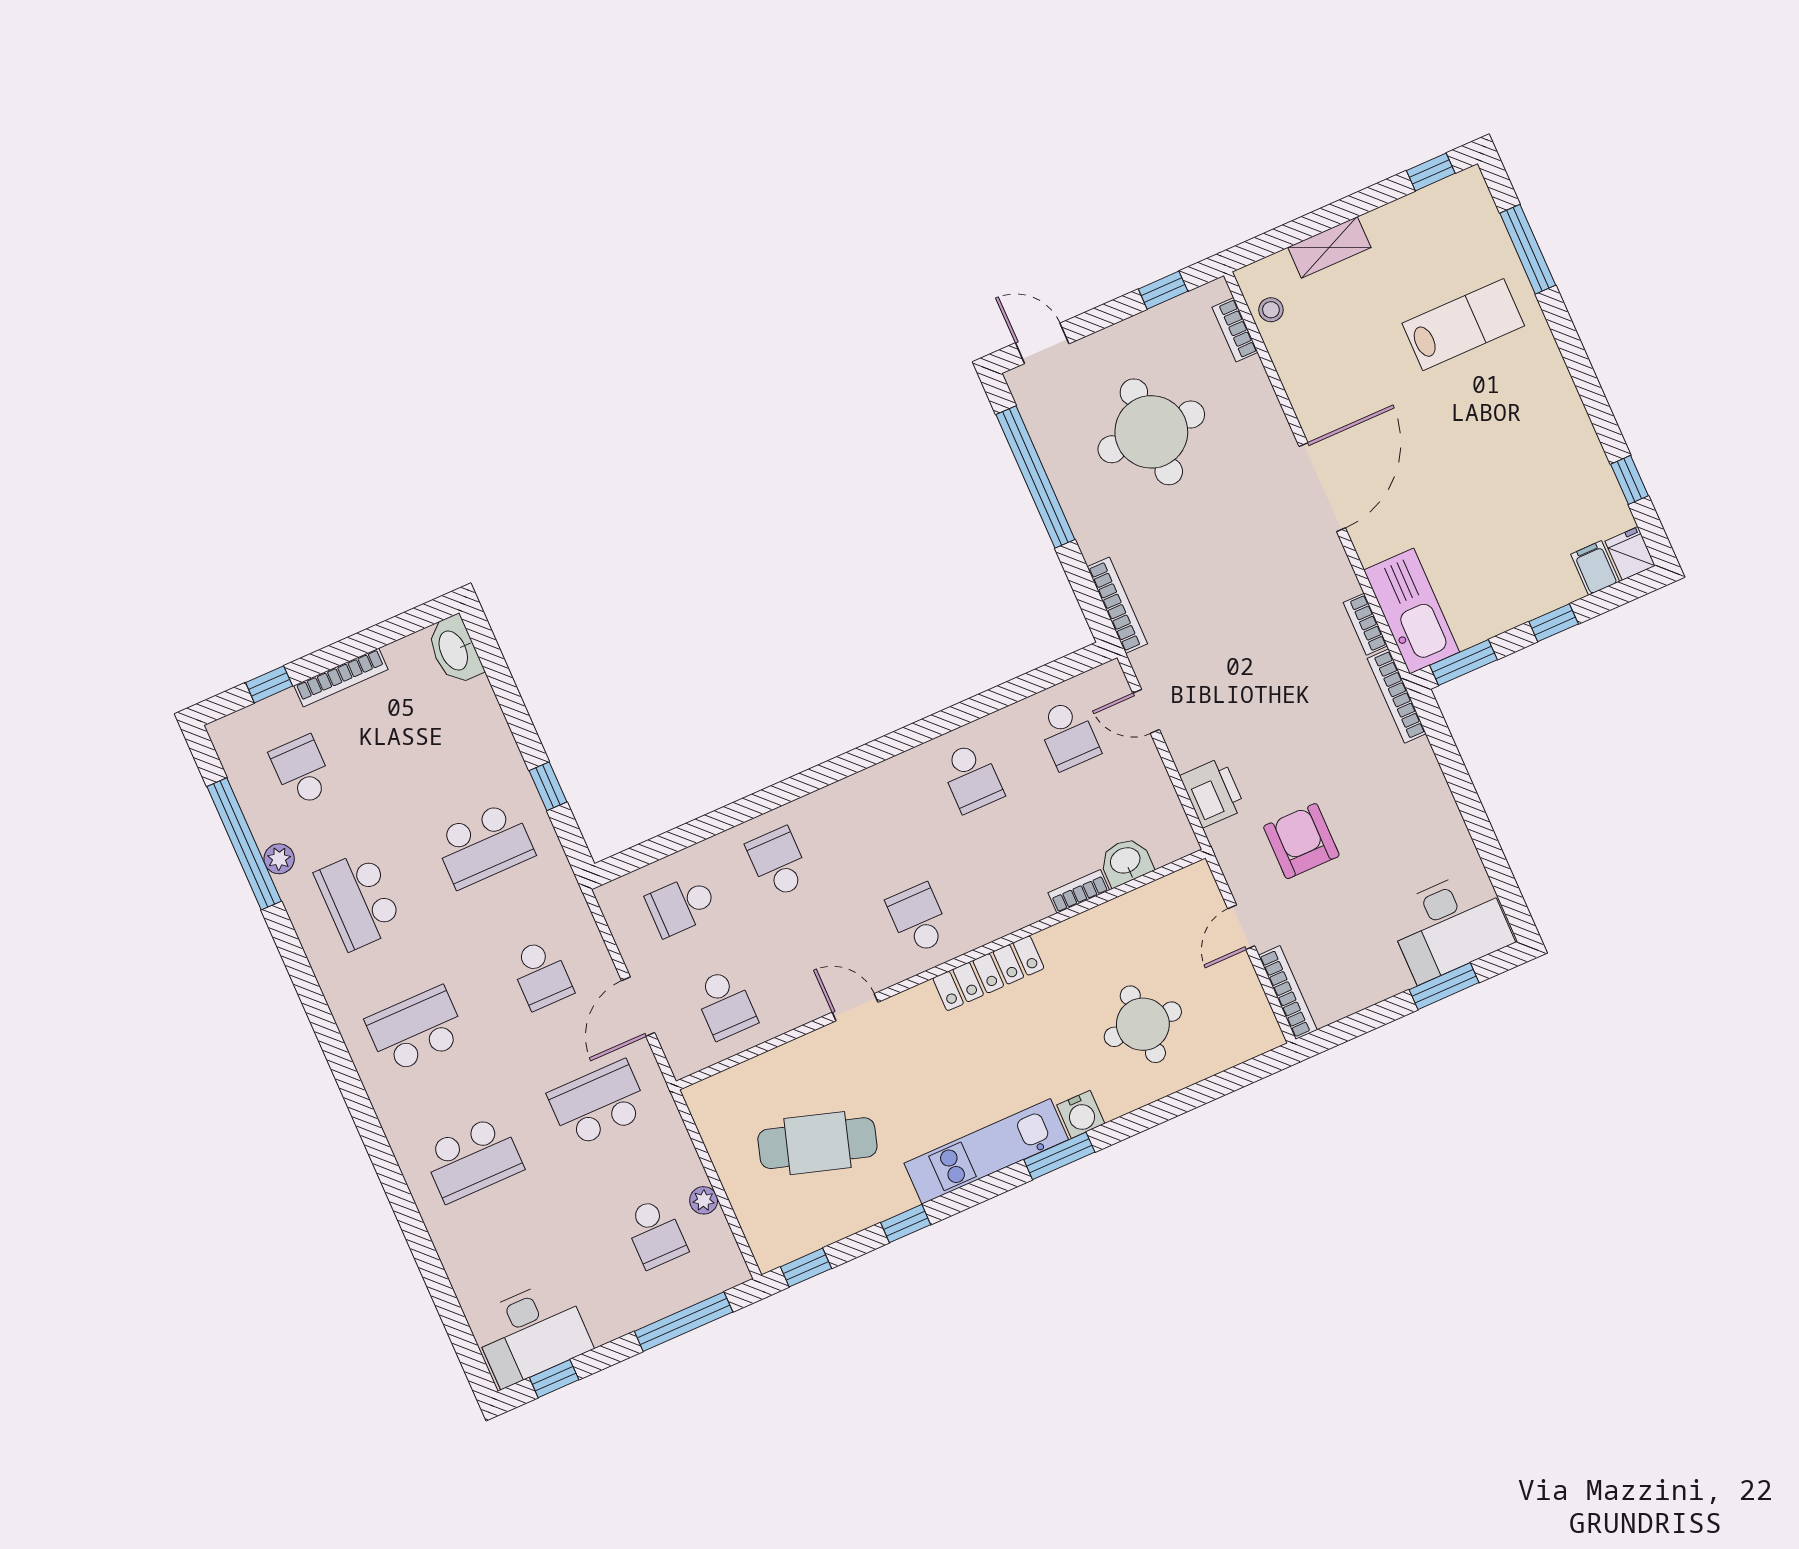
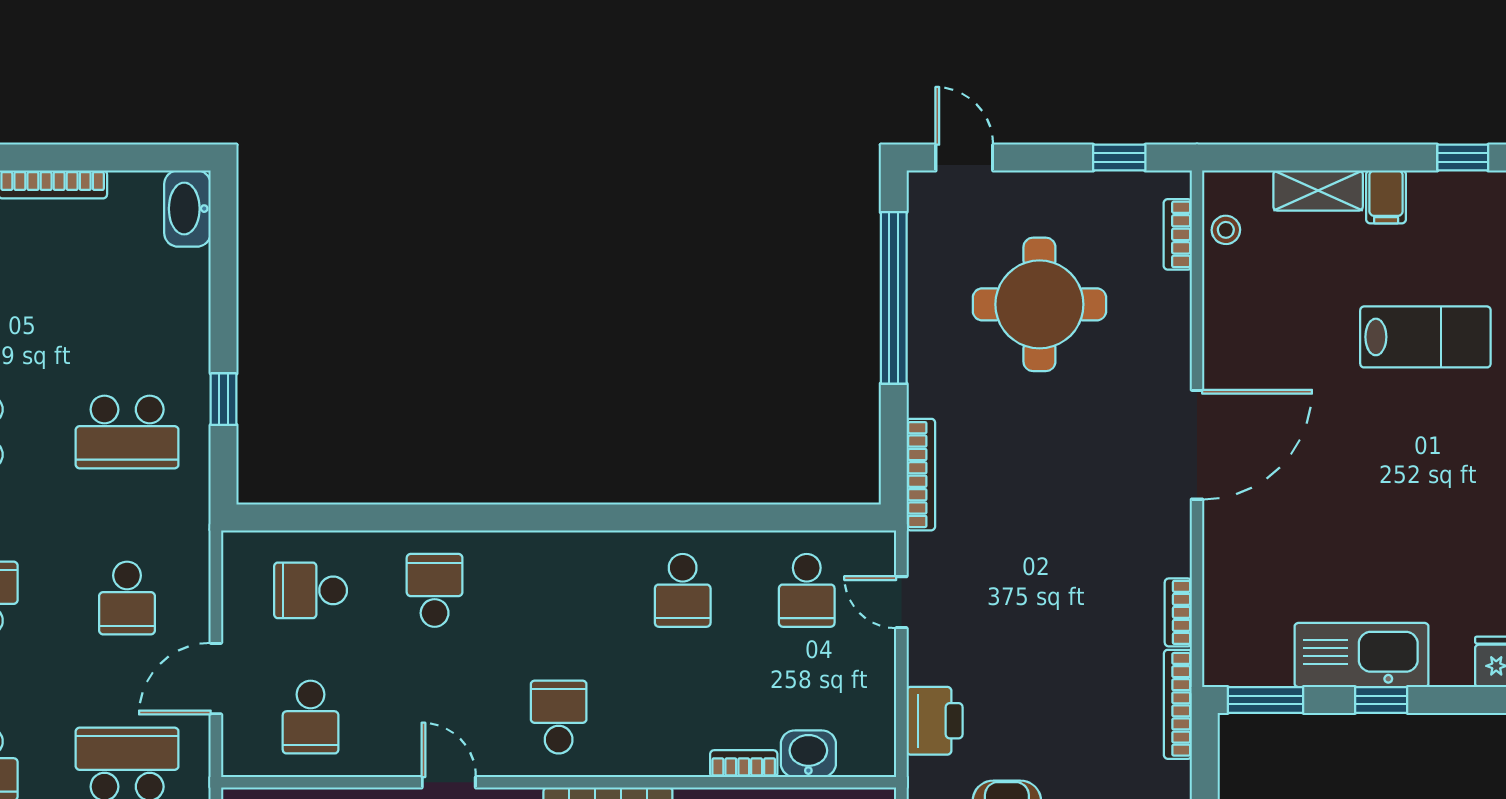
filing cabinet: (1595, 568) -> (1386, 197), moved, turned 180
kitchen sink: (1412, 611) -> (1362, 655), moved, turned -90

